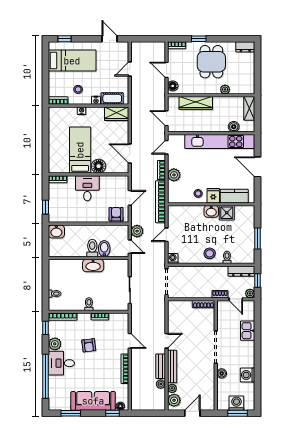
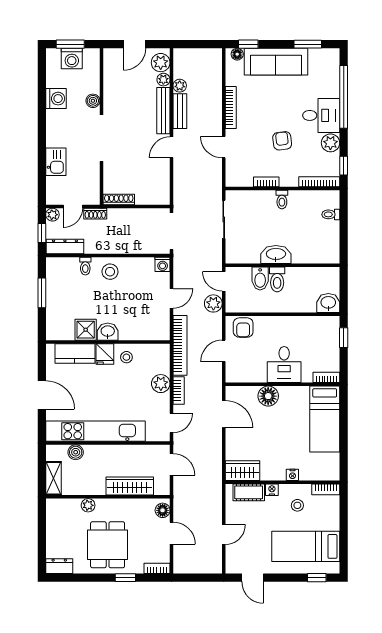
bed: (80, 150) -> (325, 419), moved
door: (236, 299) -> (73, 206), swing flipped

